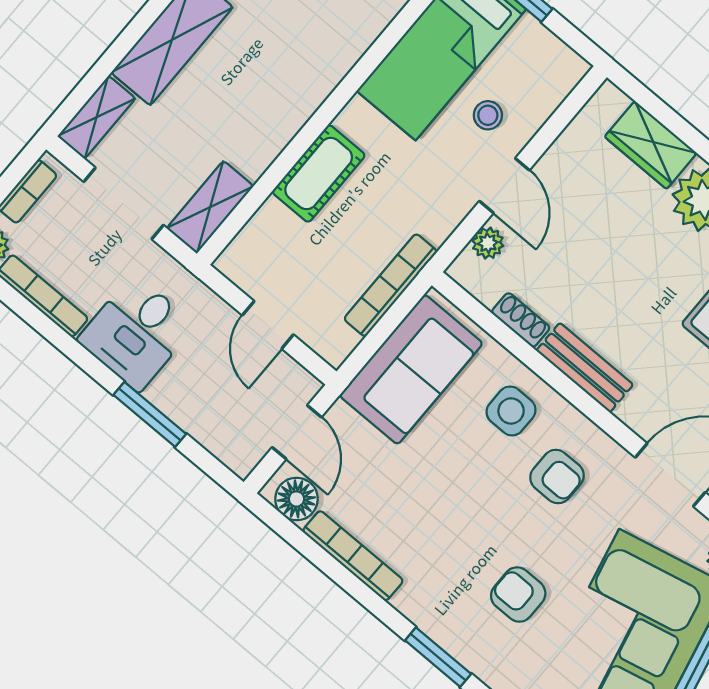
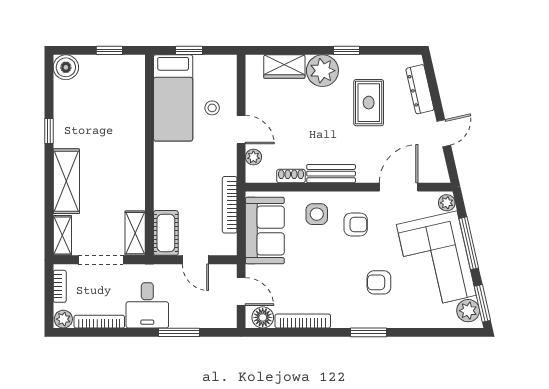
cot: (319, 174) -> (166, 233), moved

